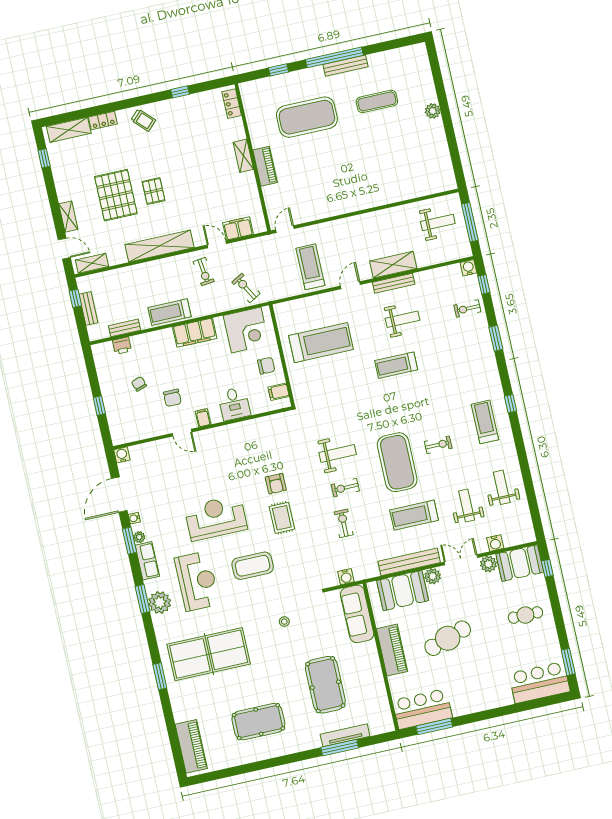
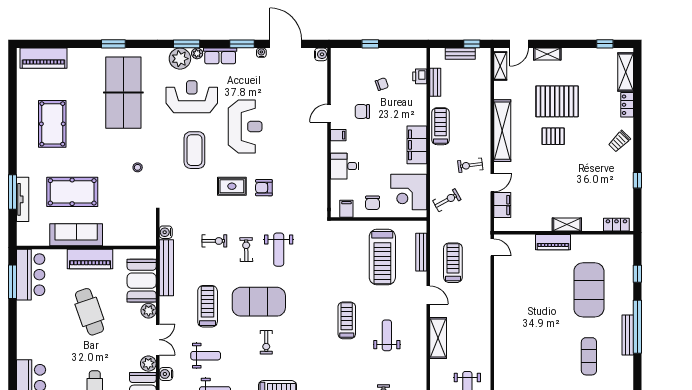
treadmill: (310, 267) -> (453, 263), turned -90
bench: (394, 283) -> (421, 252), moved
weight bench: (403, 319) -> (387, 335), turned 180
plant: (139, 537) -> (197, 53), moved
bench: (409, 562) -> (166, 268), moved
reception desk: (197, 581) -> (192, 97), turned 180
sofa: (357, 614) -> (76, 235), moved

